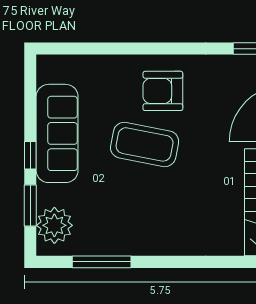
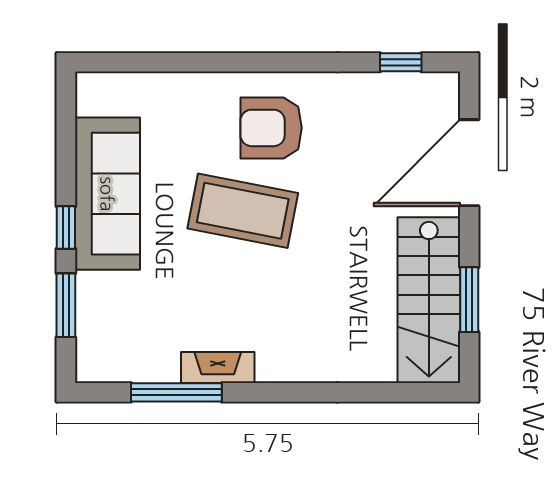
plant: (54, 225) -> (103, 336), removed
fireplace: (128, 246) -> (218, 368), added

